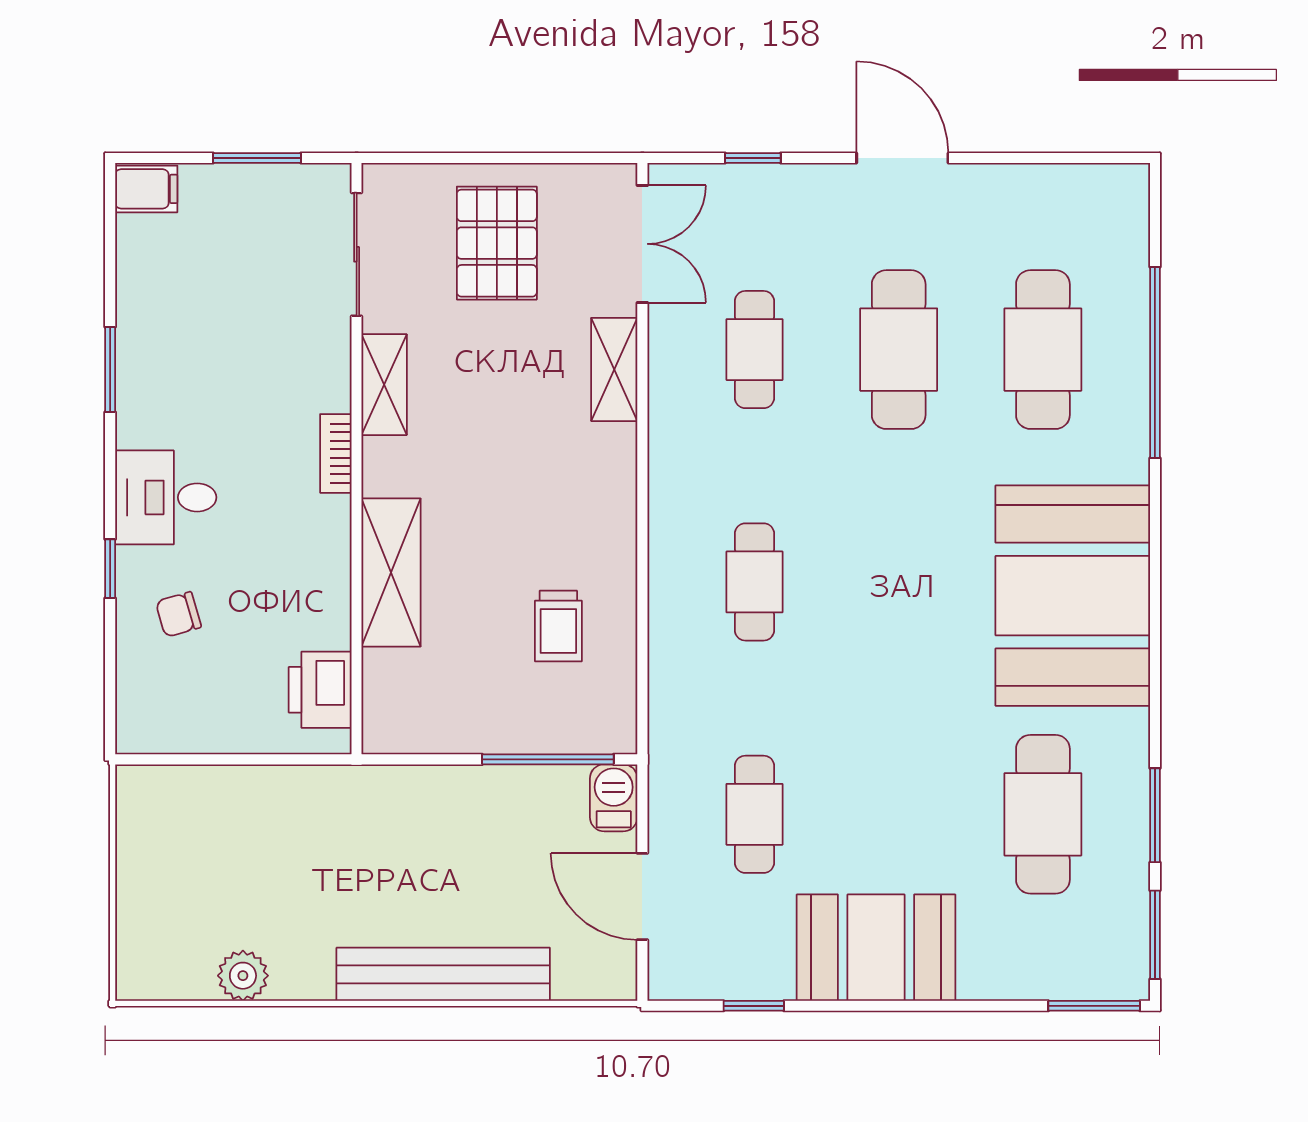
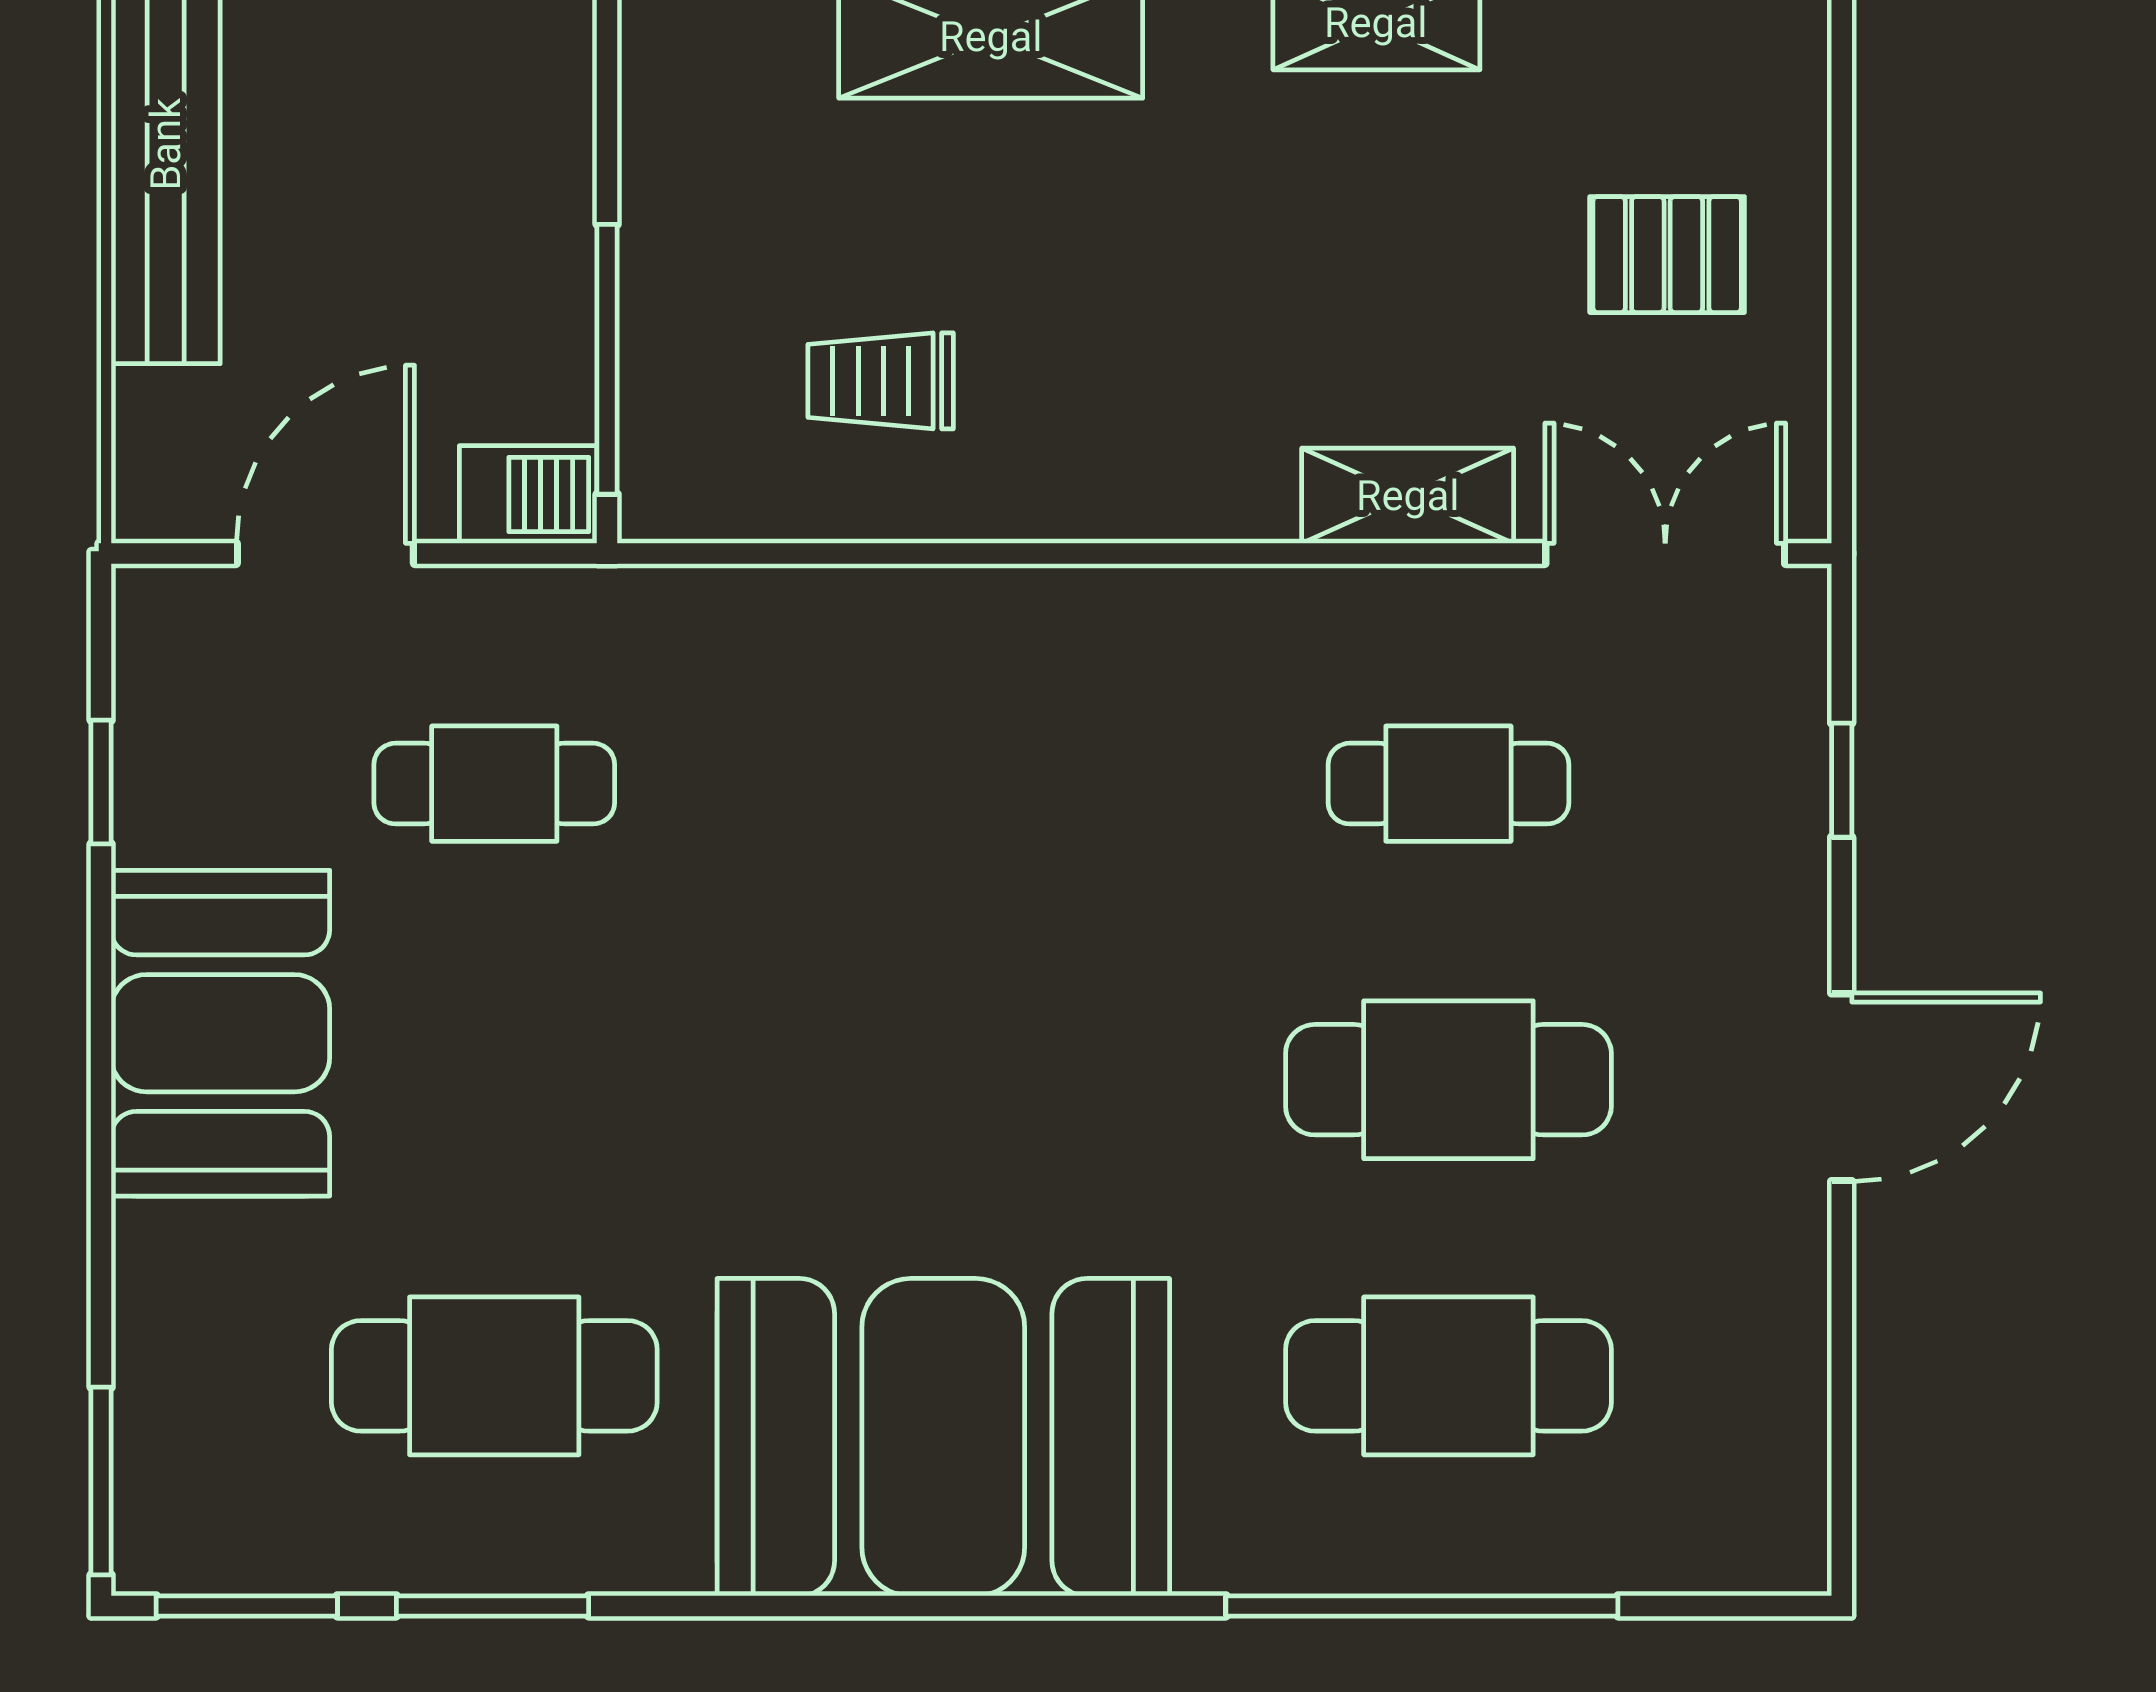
pallet: (497, 243) -> (1667, 255), width x0.67, depth x0.71
double door: (642, 244) -> (1665, 553), swing flipped
cafe table: (754, 582) -> (971, 784), removed

